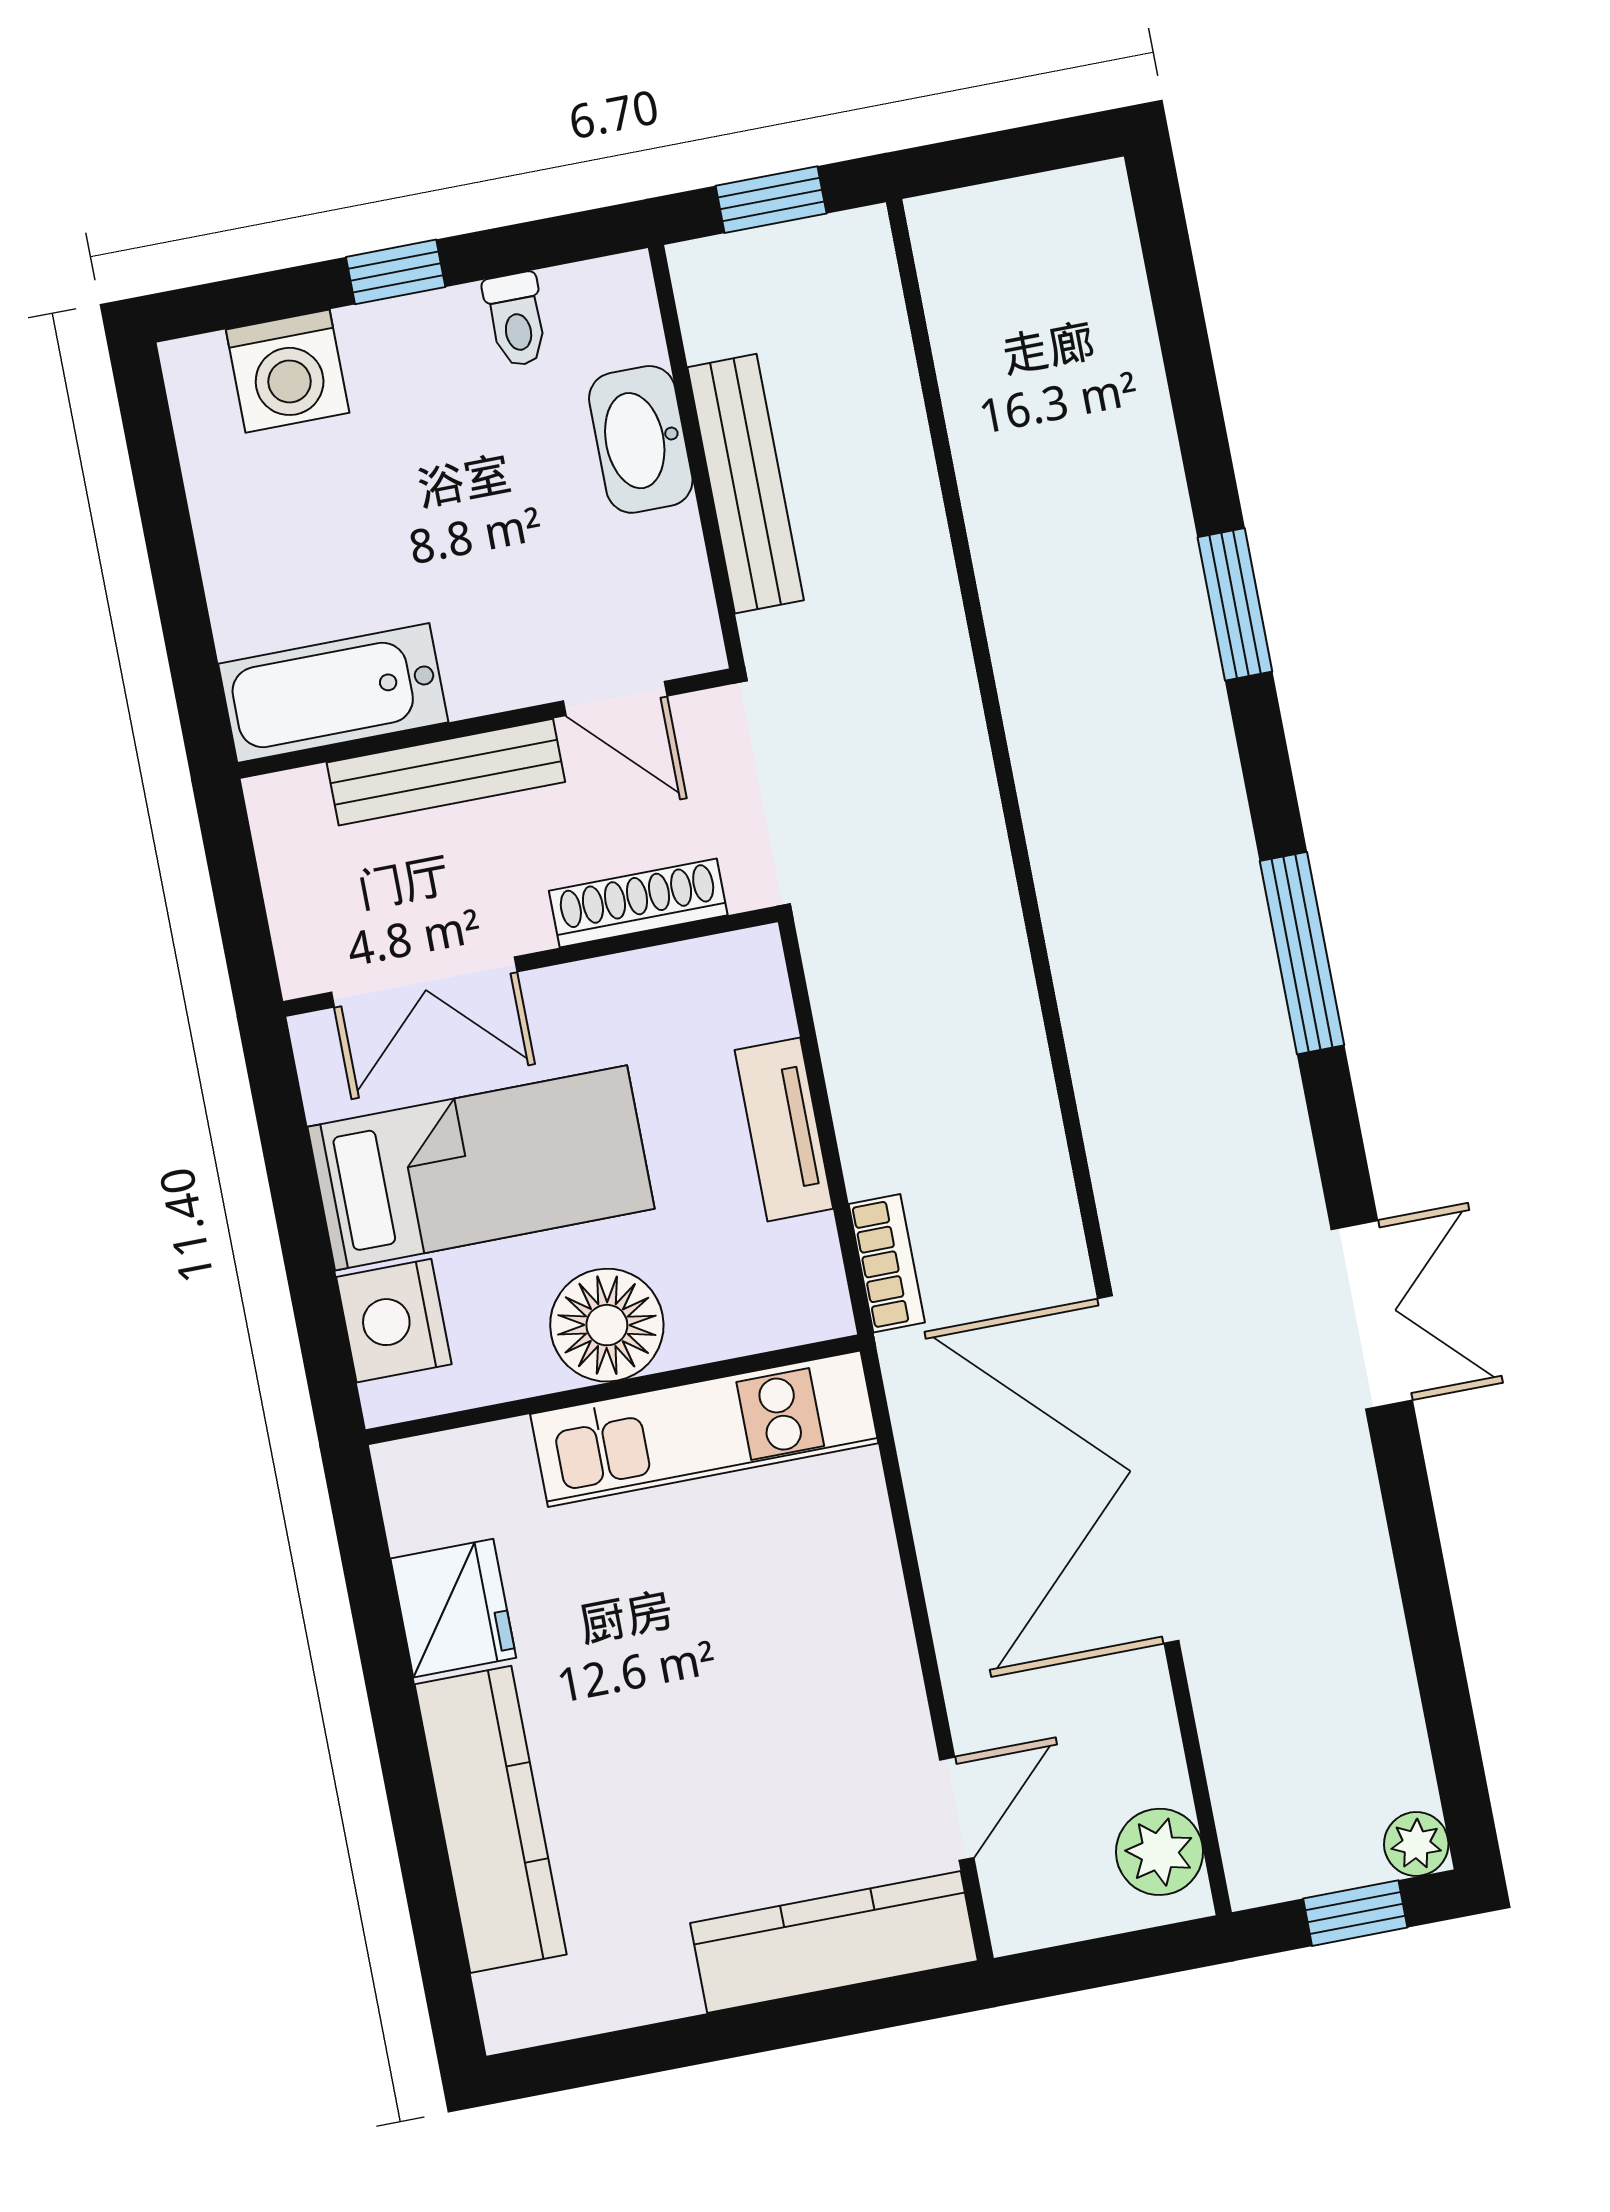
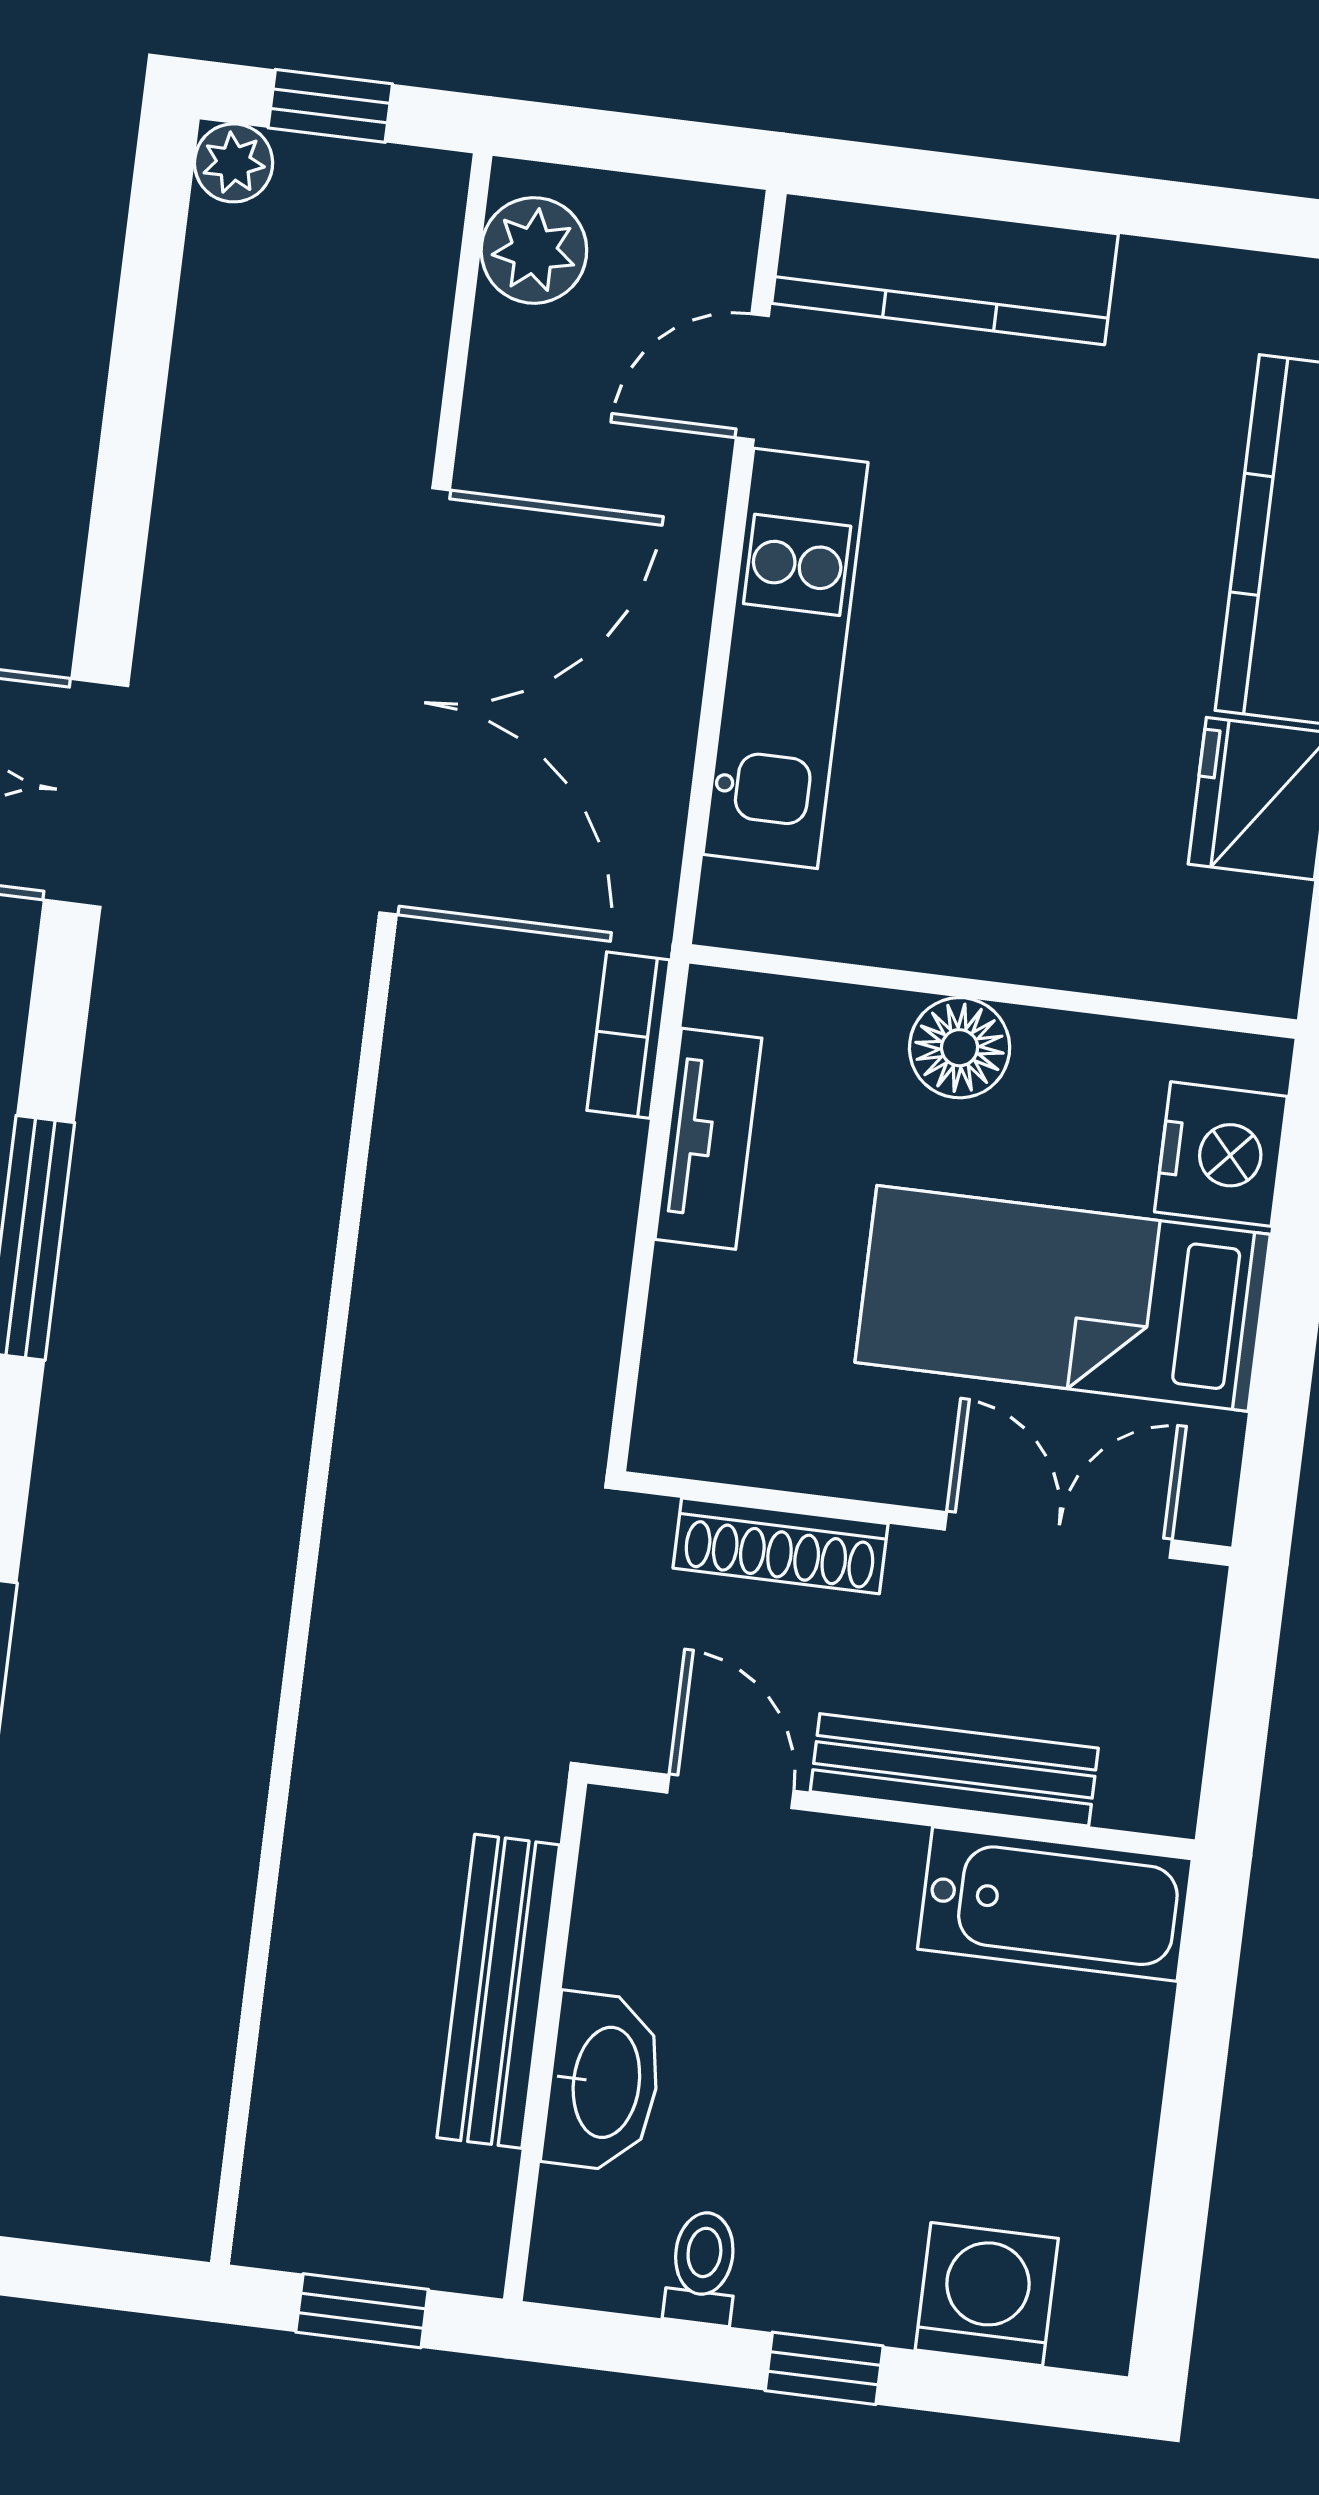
tv unit: (784, 1129) -> (708, 1139), moved
floor lamp: (607, 1325) -> (960, 1048), width x0.73, depth x0.73
kitchen unit: (704, 1429) -> (785, 658), moved, turned 90

